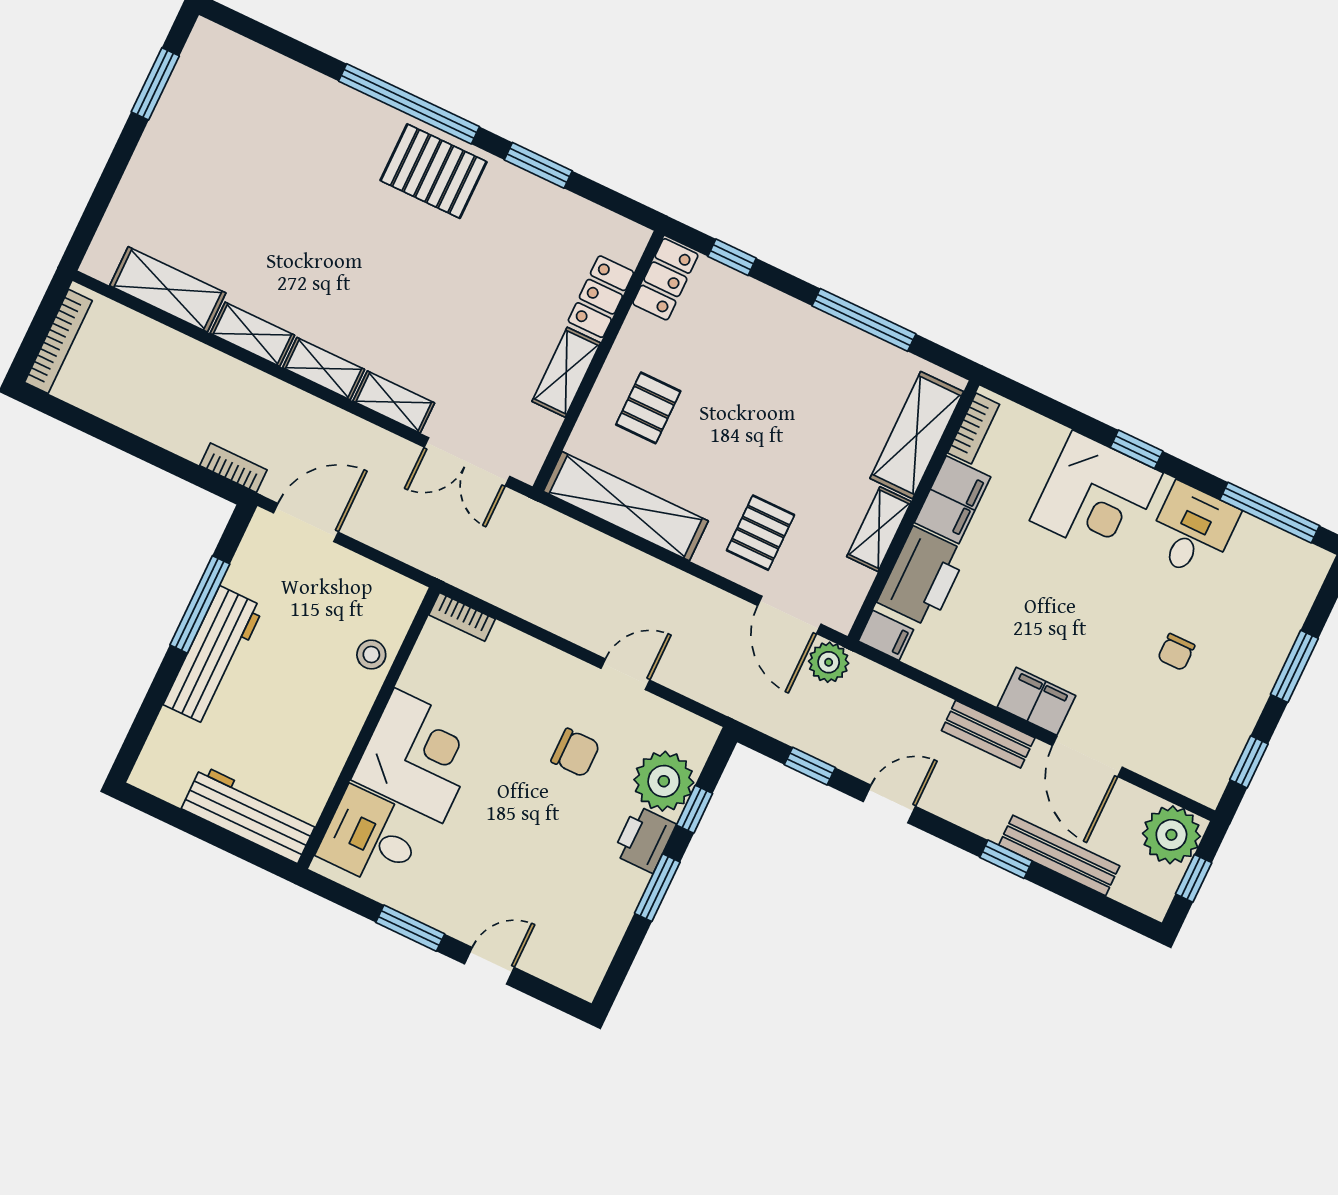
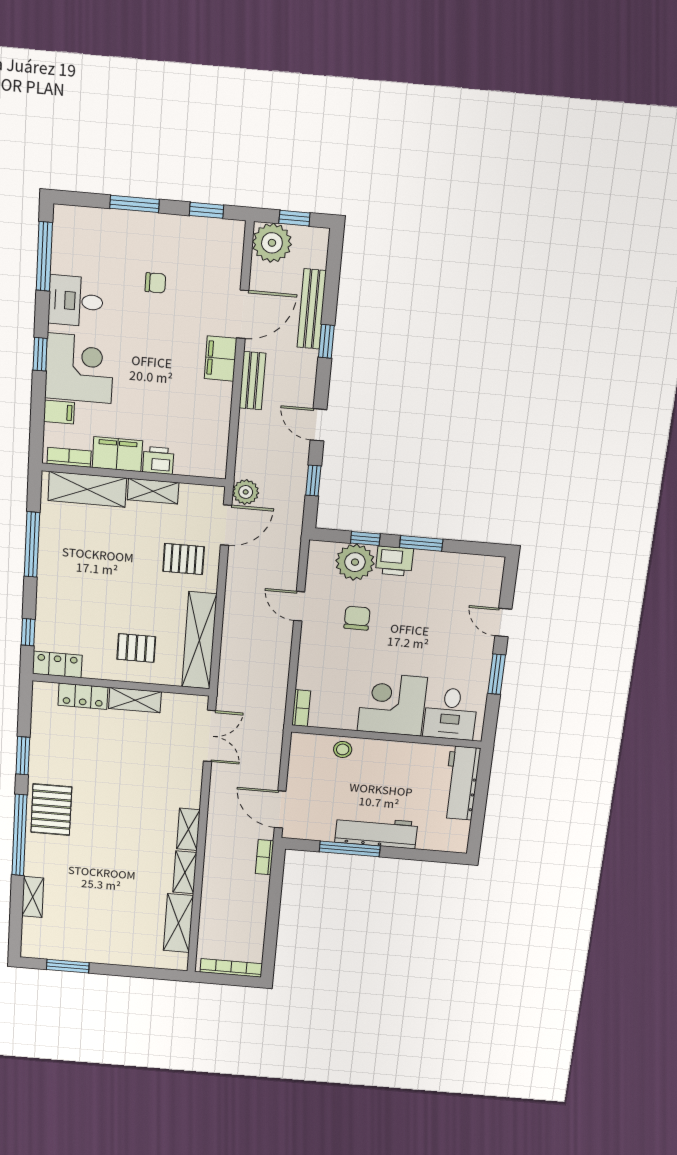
shelving: (394, 402) -> (33, 897), moved
printer: (922, 577) -> (158, 460), width x0.53, depth x0.68
filing cabinet: (886, 635) -> (59, 412), moved, turned 90

